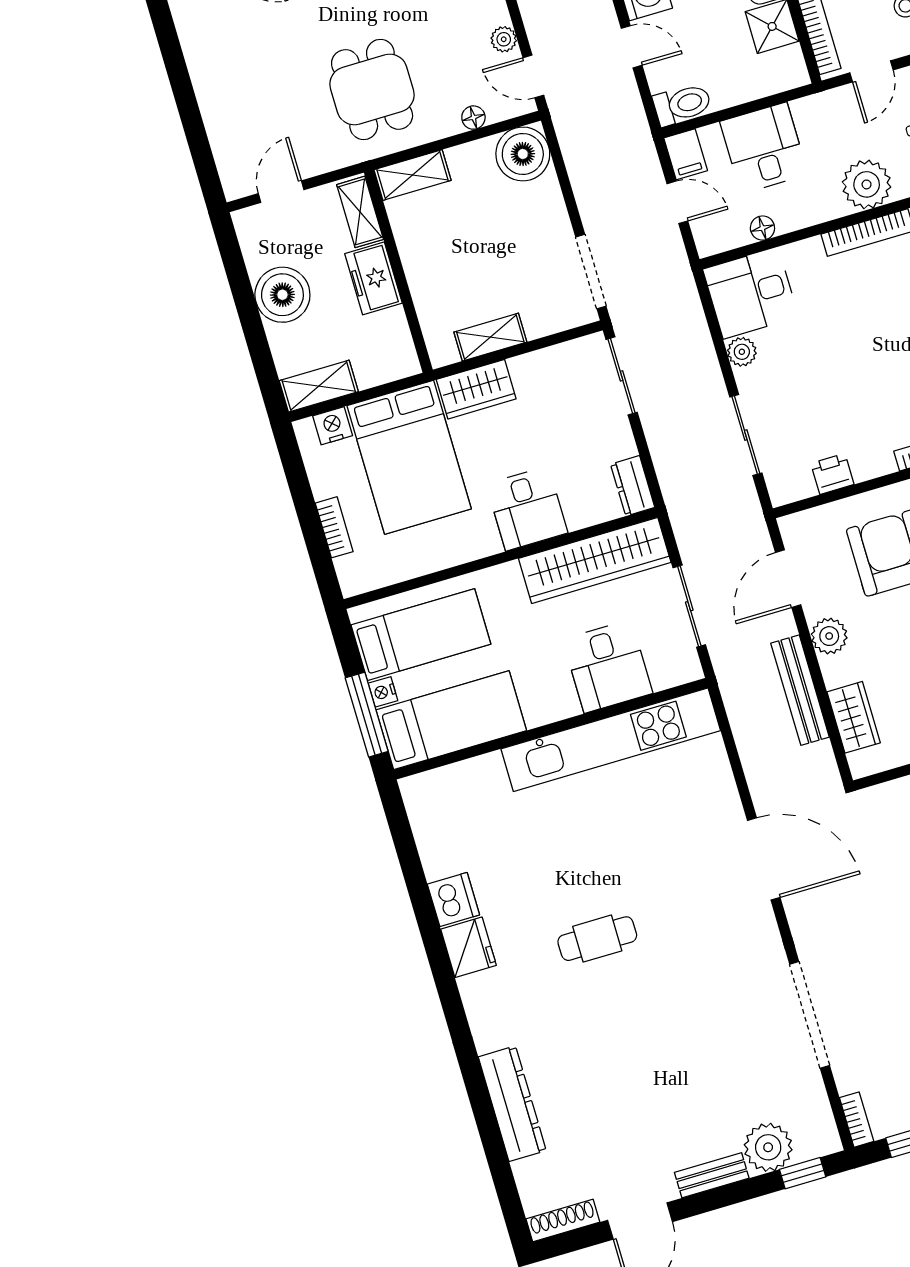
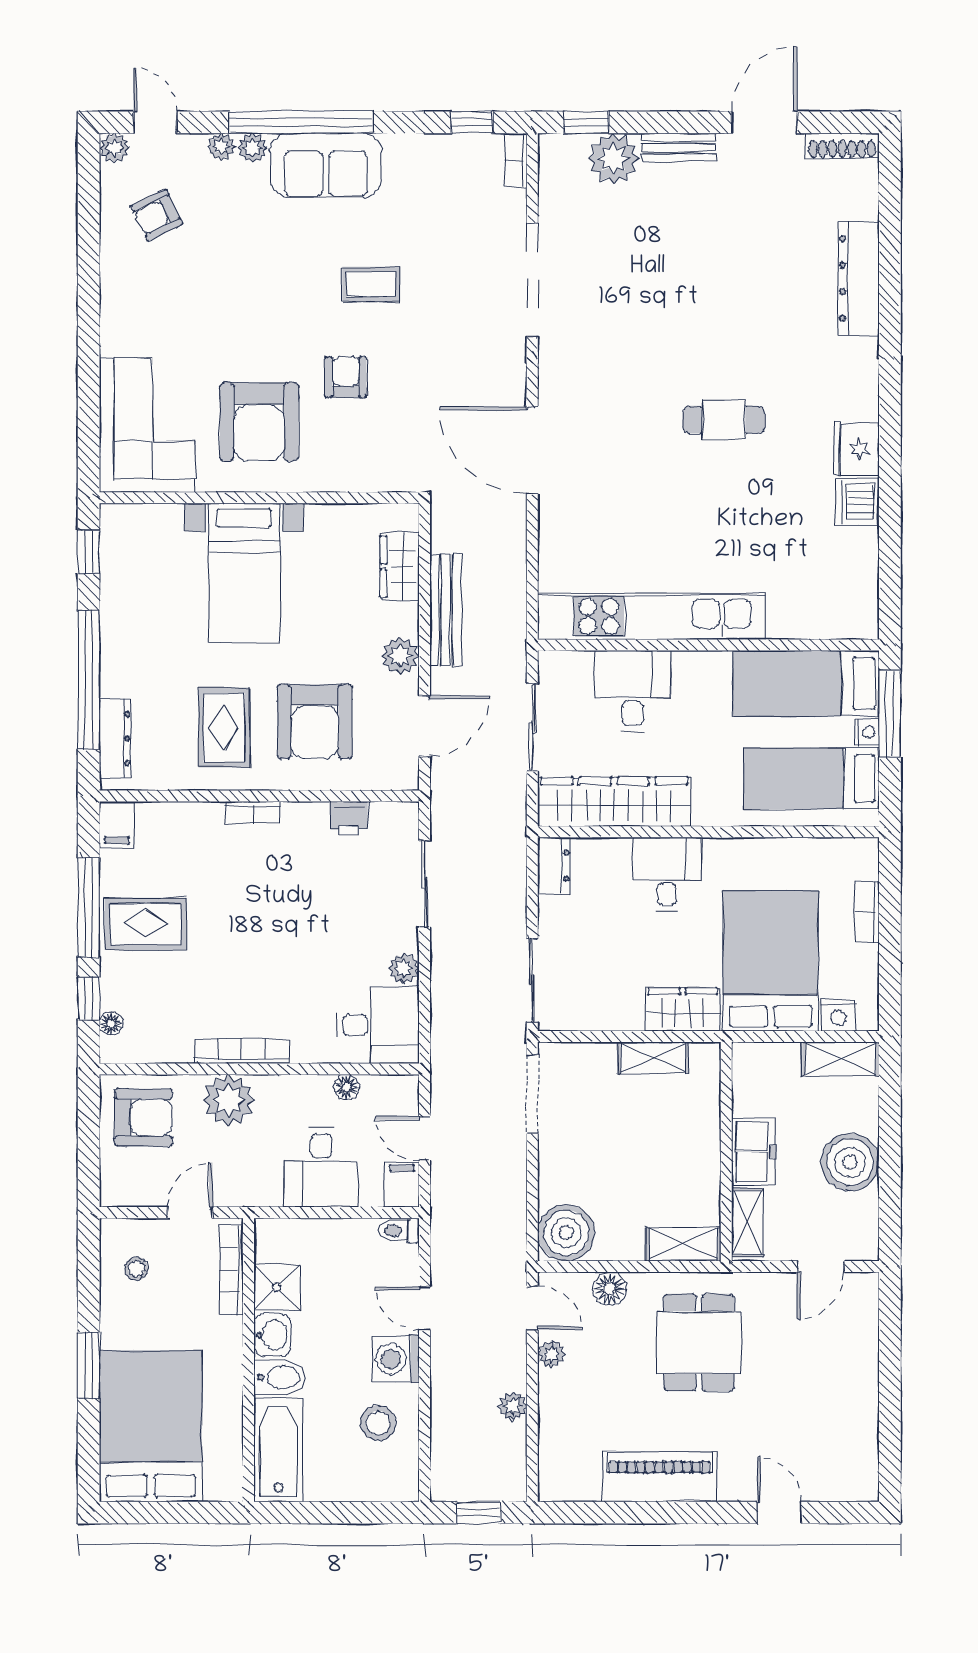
toilet: (682, 104) -> (399, 1231), width x0.73, depth x0.72
floor lamp: (473, 118) -> (610, 1289), width x1.37, depth x1.37

